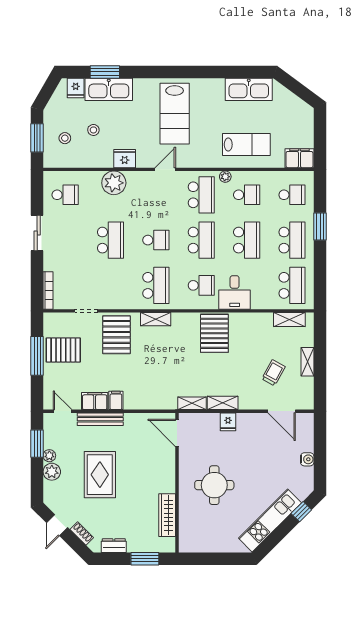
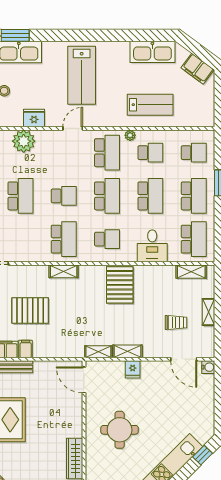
filing cabinet: (299, 158) -> (198, 69), moved, turned -143
desk: (235, 292) -> (152, 246), moved
pallet: (117, 335) -> (30, 310), moved, turned 90
trolley: (273, 373) -> (176, 322), turned 61
water cooler: (307, 459) -> (208, 367), moved

